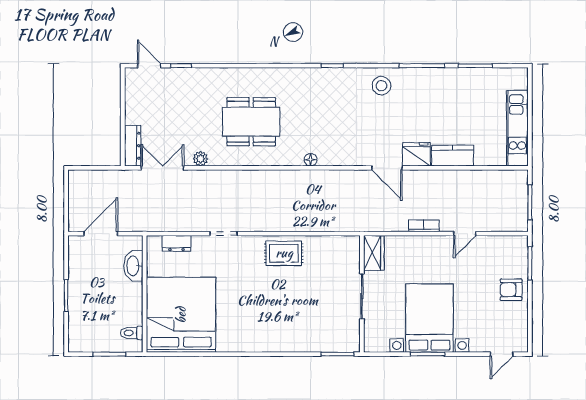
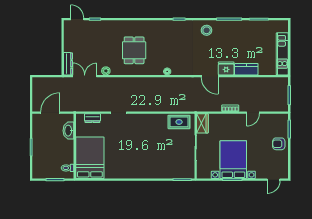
dining table: (251, 122) -> (134, 50), width x0.73
rug: (284, 253) -> (179, 122), moved
bed: (181, 315) -> (90, 158), width x0.73

